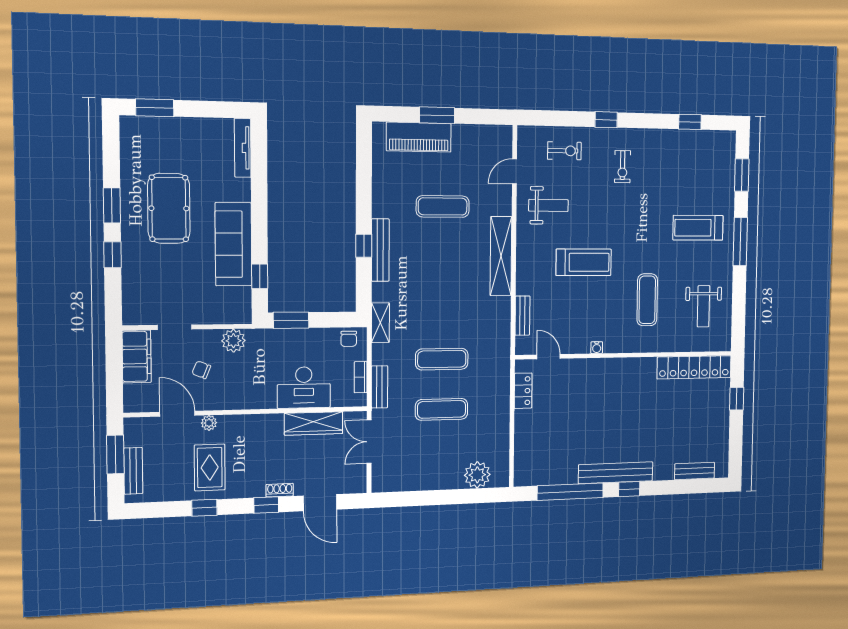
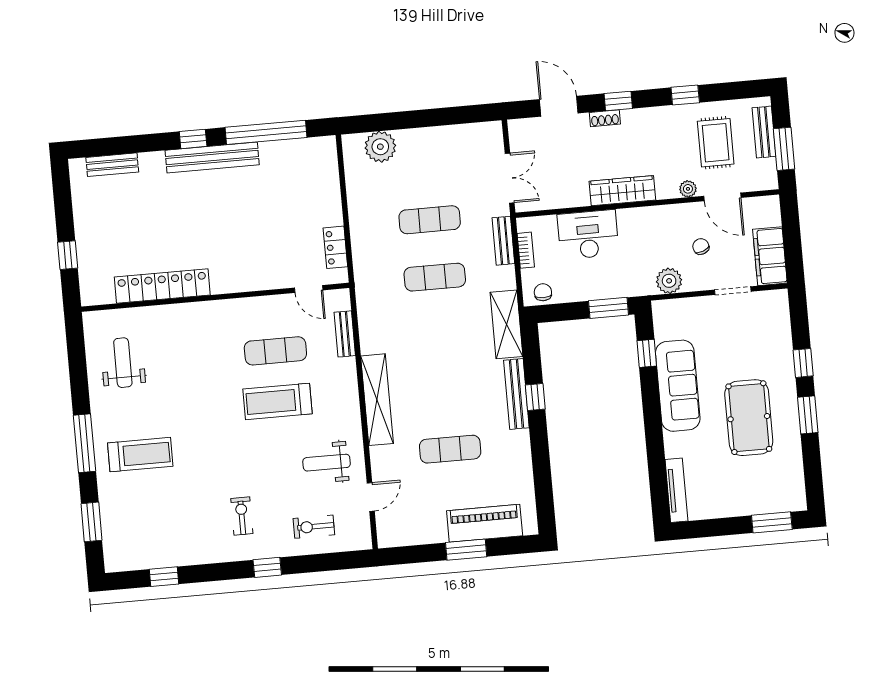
exercise mat: (647, 300) -> (275, 351), moved, turned 90
shelving: (380, 323) -> (507, 324), width x1.50, depth x1.33
water cooler: (597, 348) -> (251, 304), removed
locker: (694, 367) -> (162, 286), moved
chair: (201, 370) -> (701, 247), turned -133
wardrobe: (314, 423) -> (622, 191), moved
rug: (210, 467) -> (716, 143), moved

